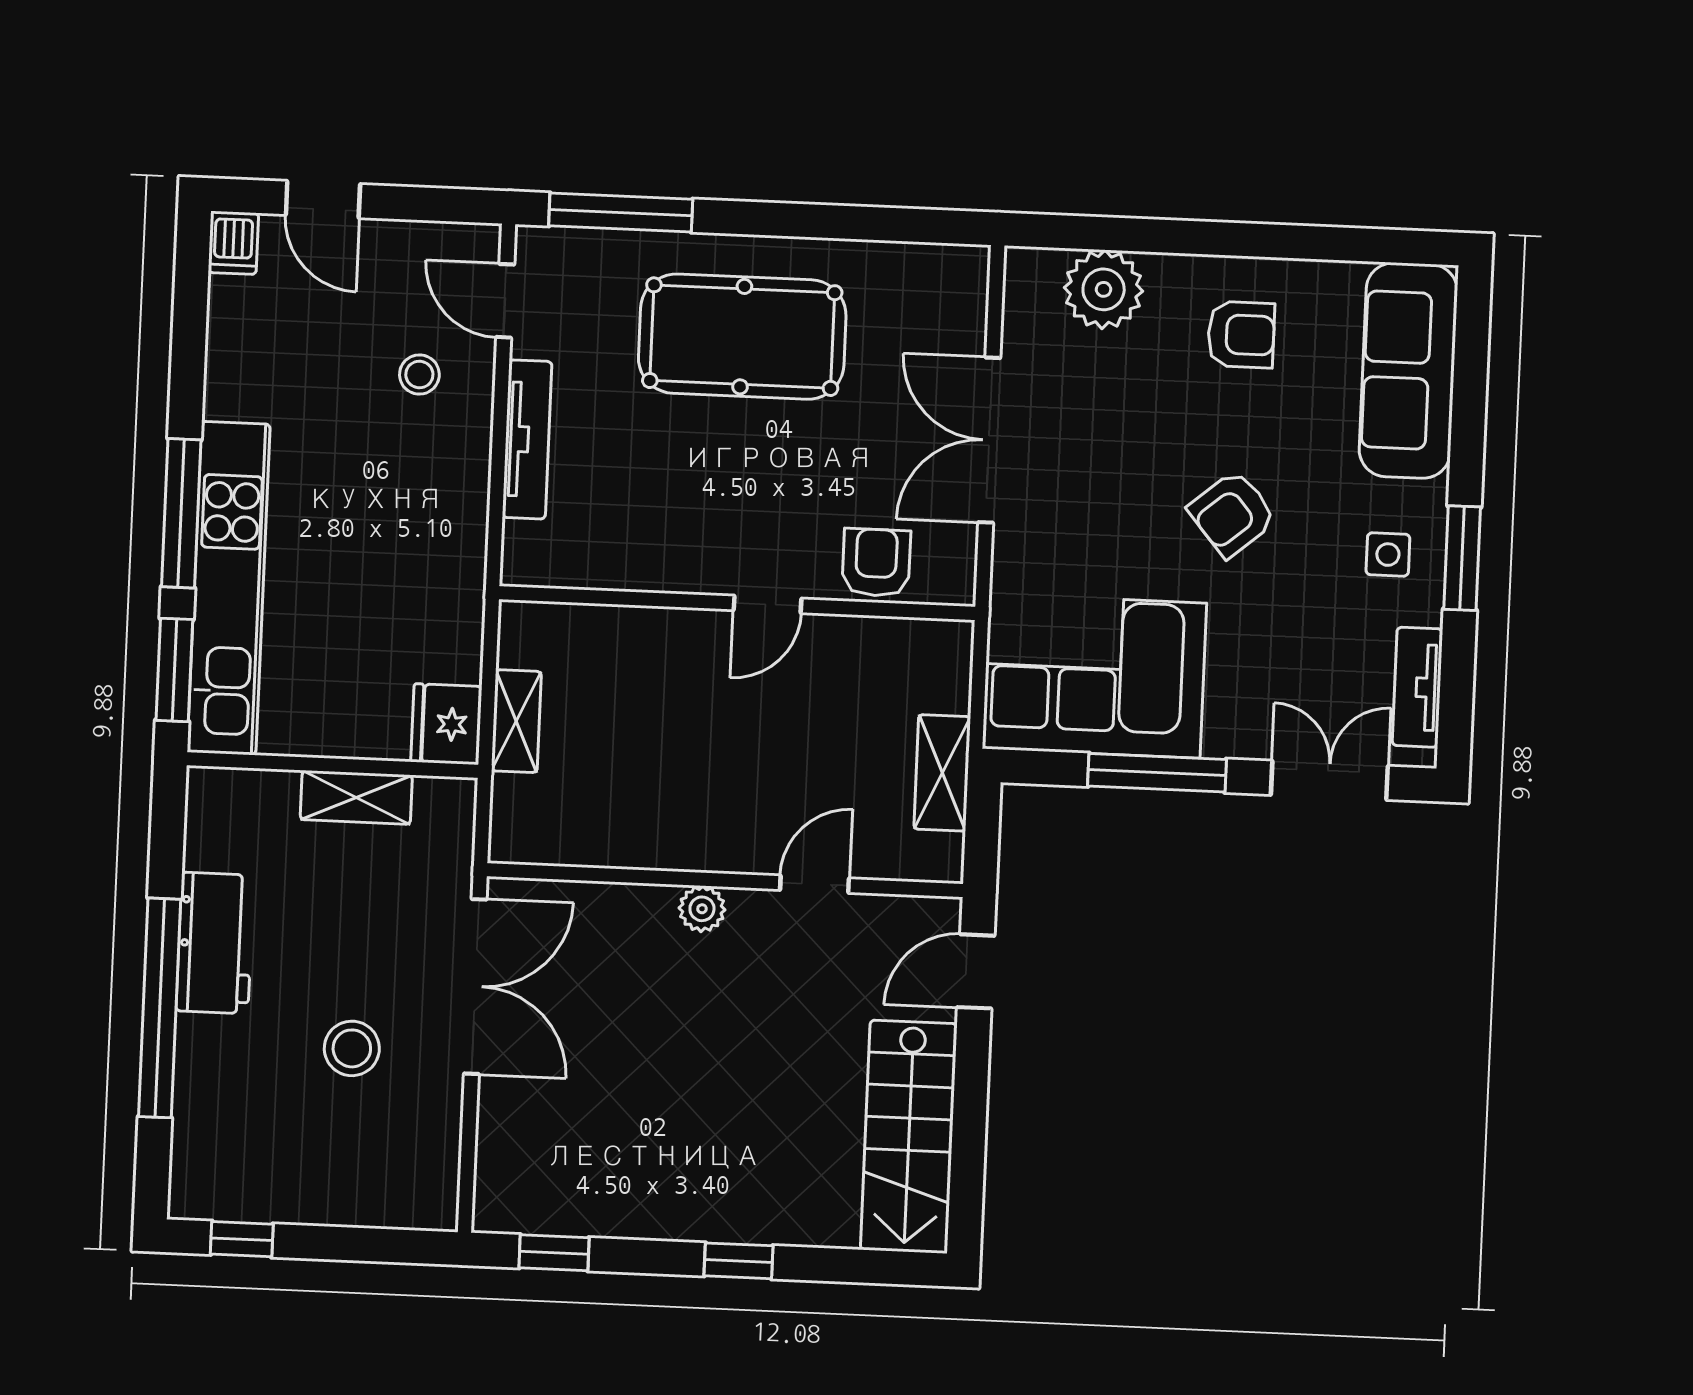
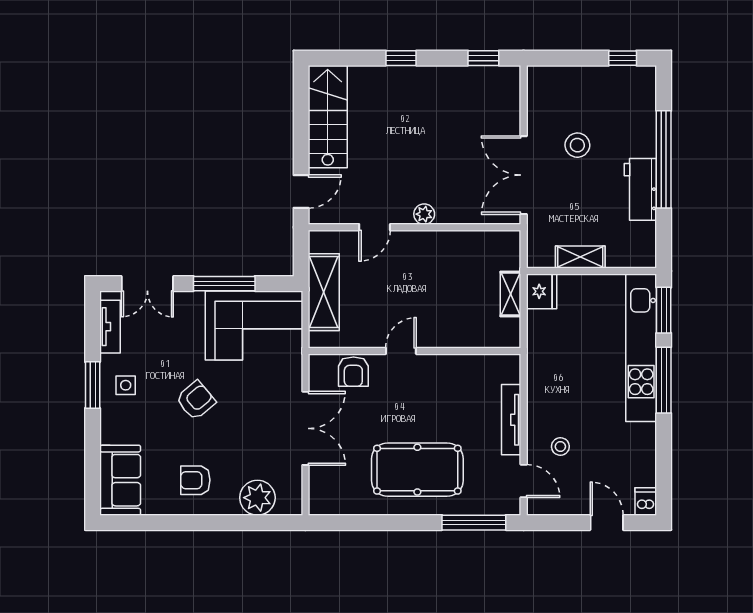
sofa: (1408, 370) -> (120, 480), width x0.73
shelving: (942, 773) -> (324, 292), width x1.50, depth x1.33

